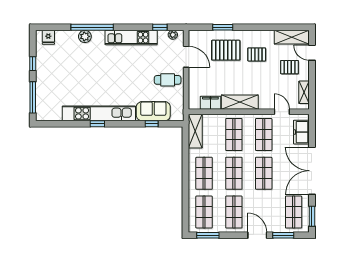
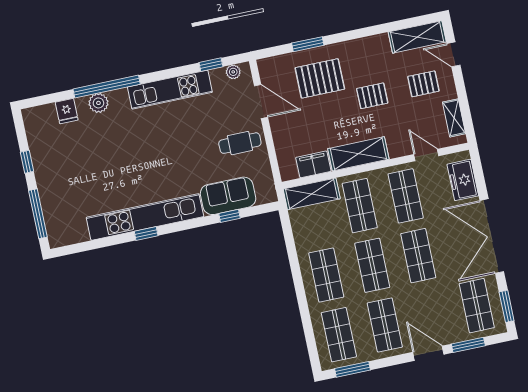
fridge: (48, 37) -> (67, 111), moved
pallet: (257, 54) -> (372, 96), moved
shelving: (195, 131) -> (312, 194), moved, turned 90

